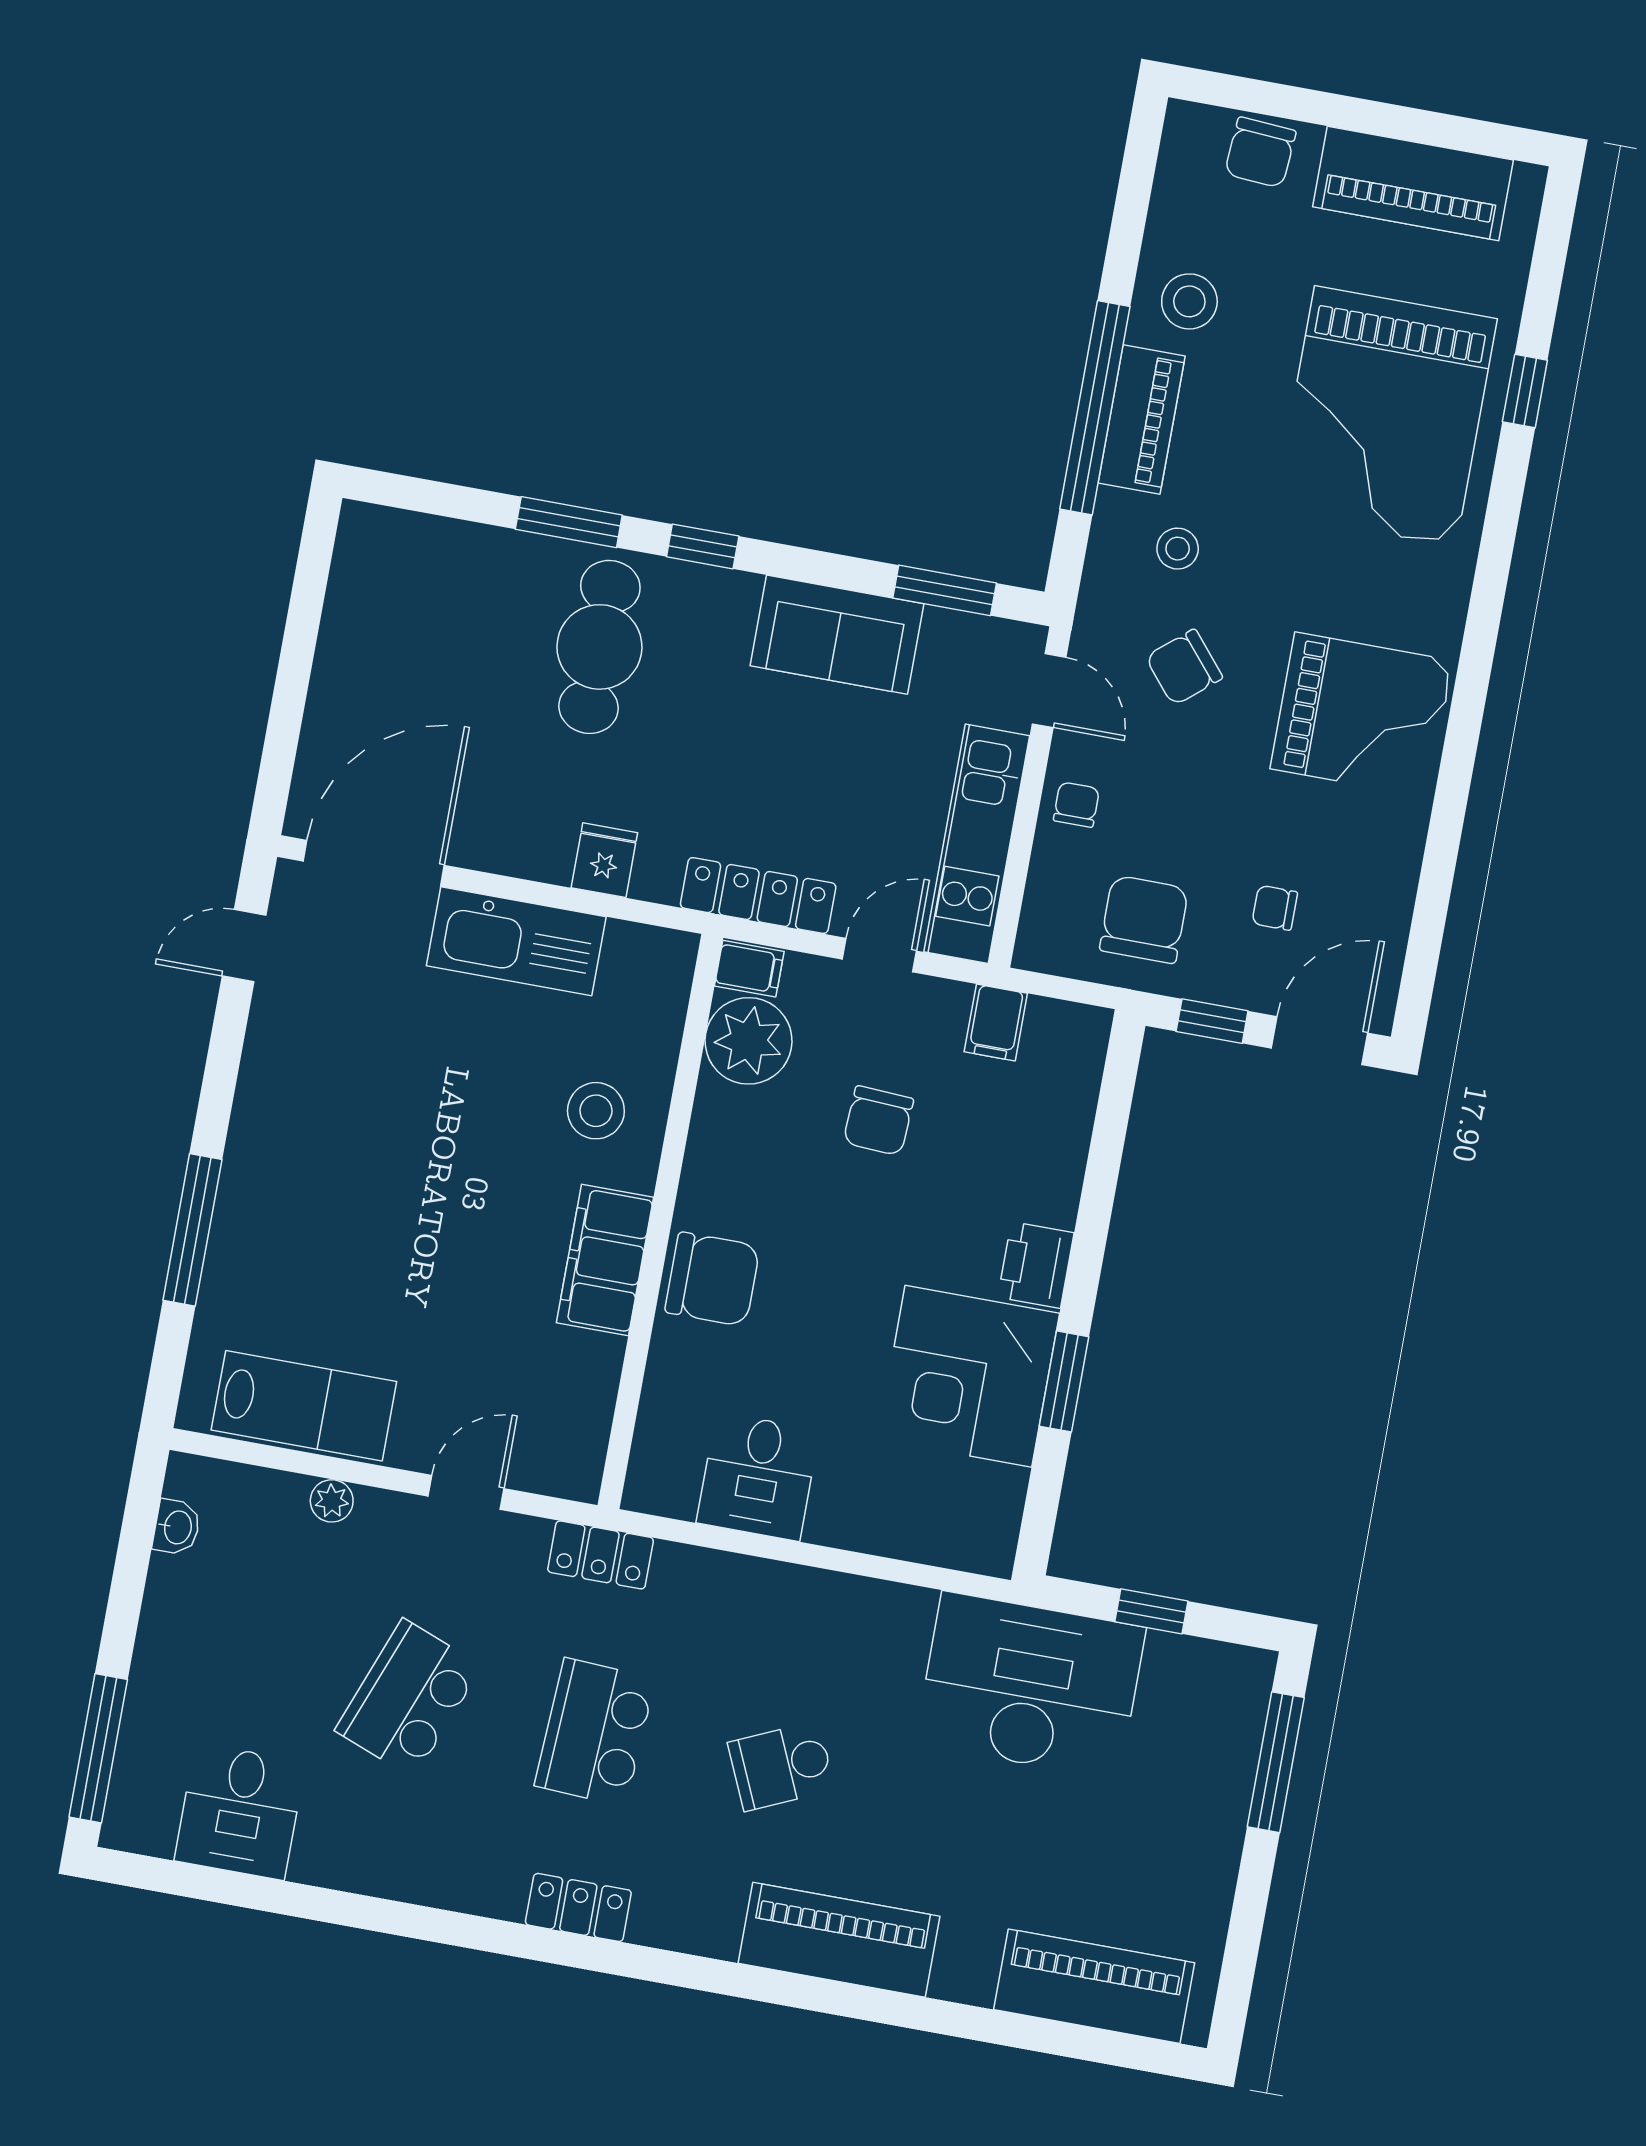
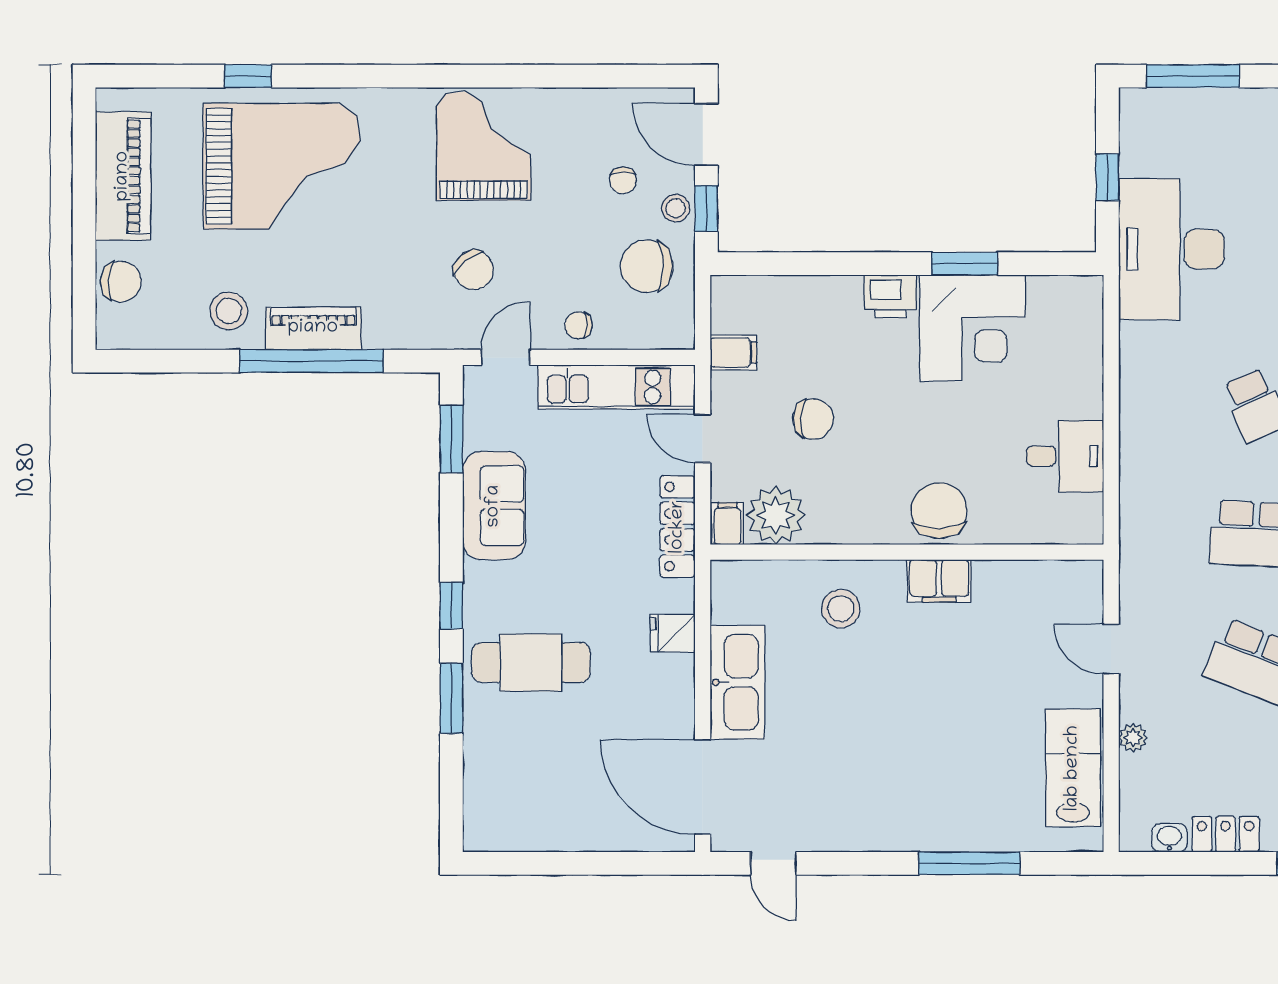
stool: (1178, 549) -> (676, 208), moved
filing cabinet: (605, 1260) -> (939, 581), width x0.67, depth x0.86
locker: (601, 1555) -> (1225, 834), moved, turned -90

